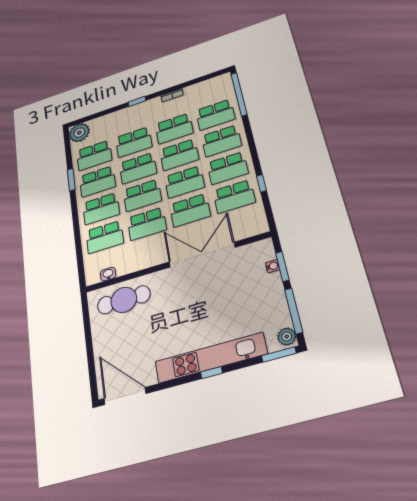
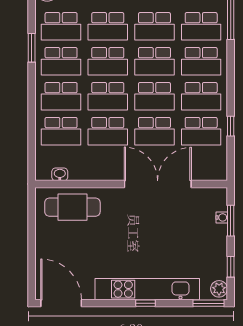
window: (294, 311) -> (231, 267), width x0.46

